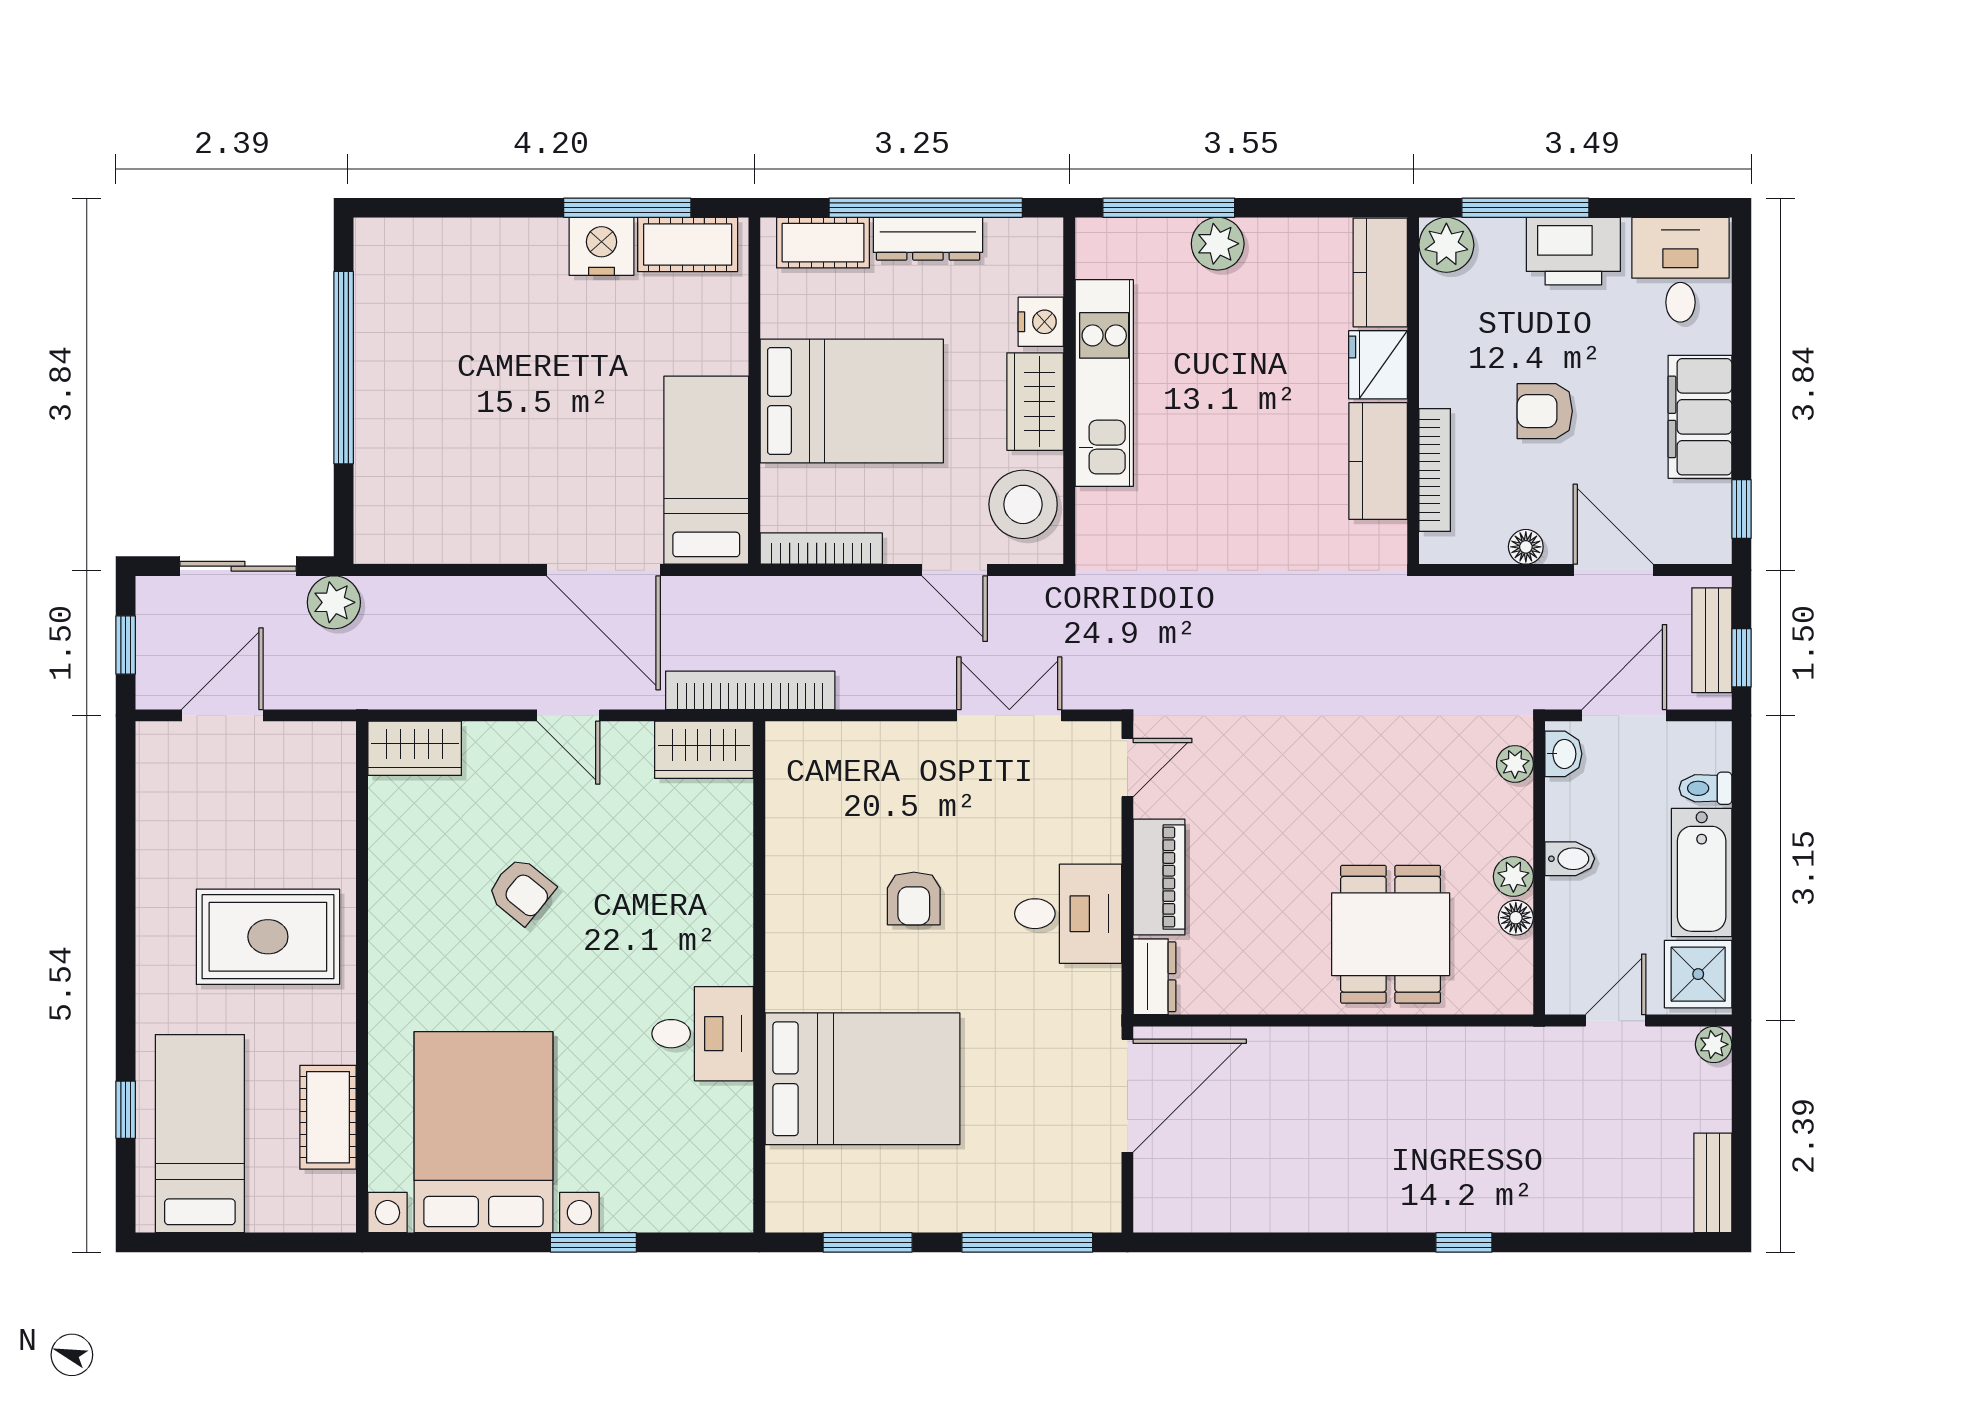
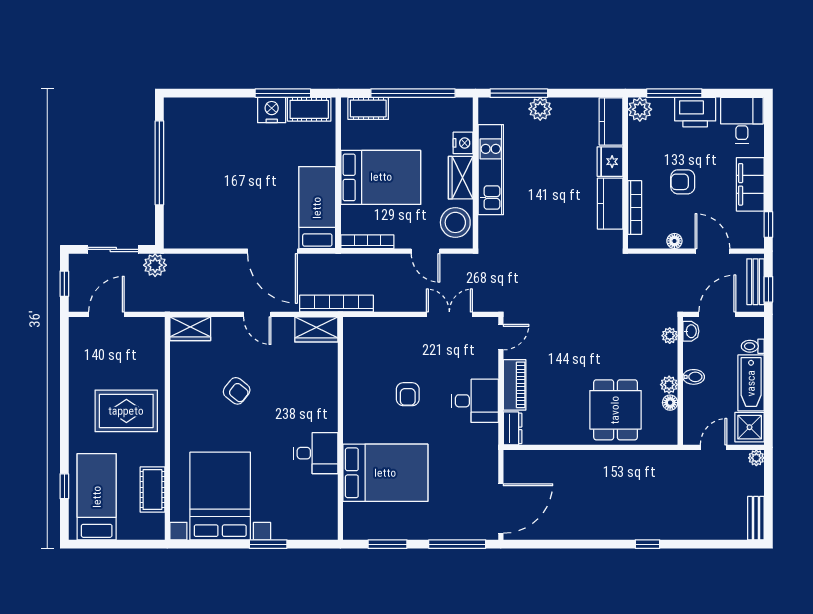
dresser: (928, 239) -> (414, 107), removed
door: (1127, 1096) -> (501, 508), moved

